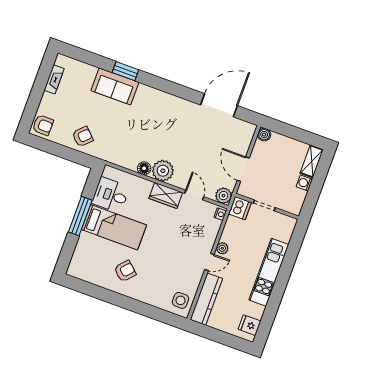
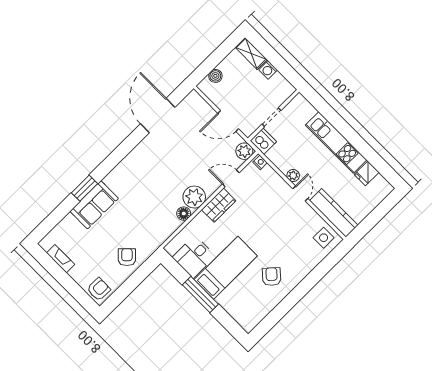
boiler: (264, 135) -> (215, 76), moved
fridge: (249, 325) -> (367, 173), moved

